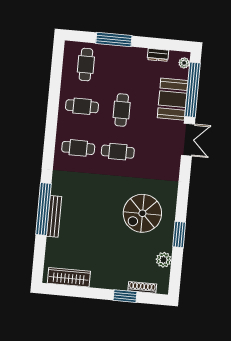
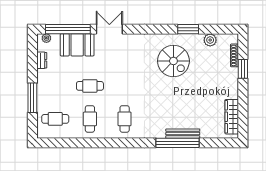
cafe table: (118, 152) -> (125, 86), removed

